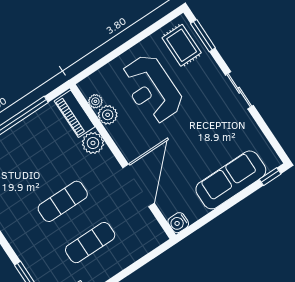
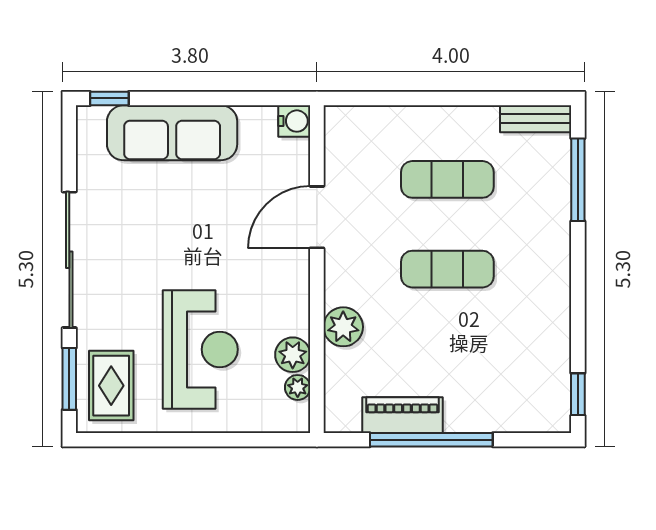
sliding door: (239, 90) -> (69, 260), width x1.86
piano: (75, 114) -> (403, 415), moved, turned -90
door: (139, 185) -> (317, 217), width x0.73

